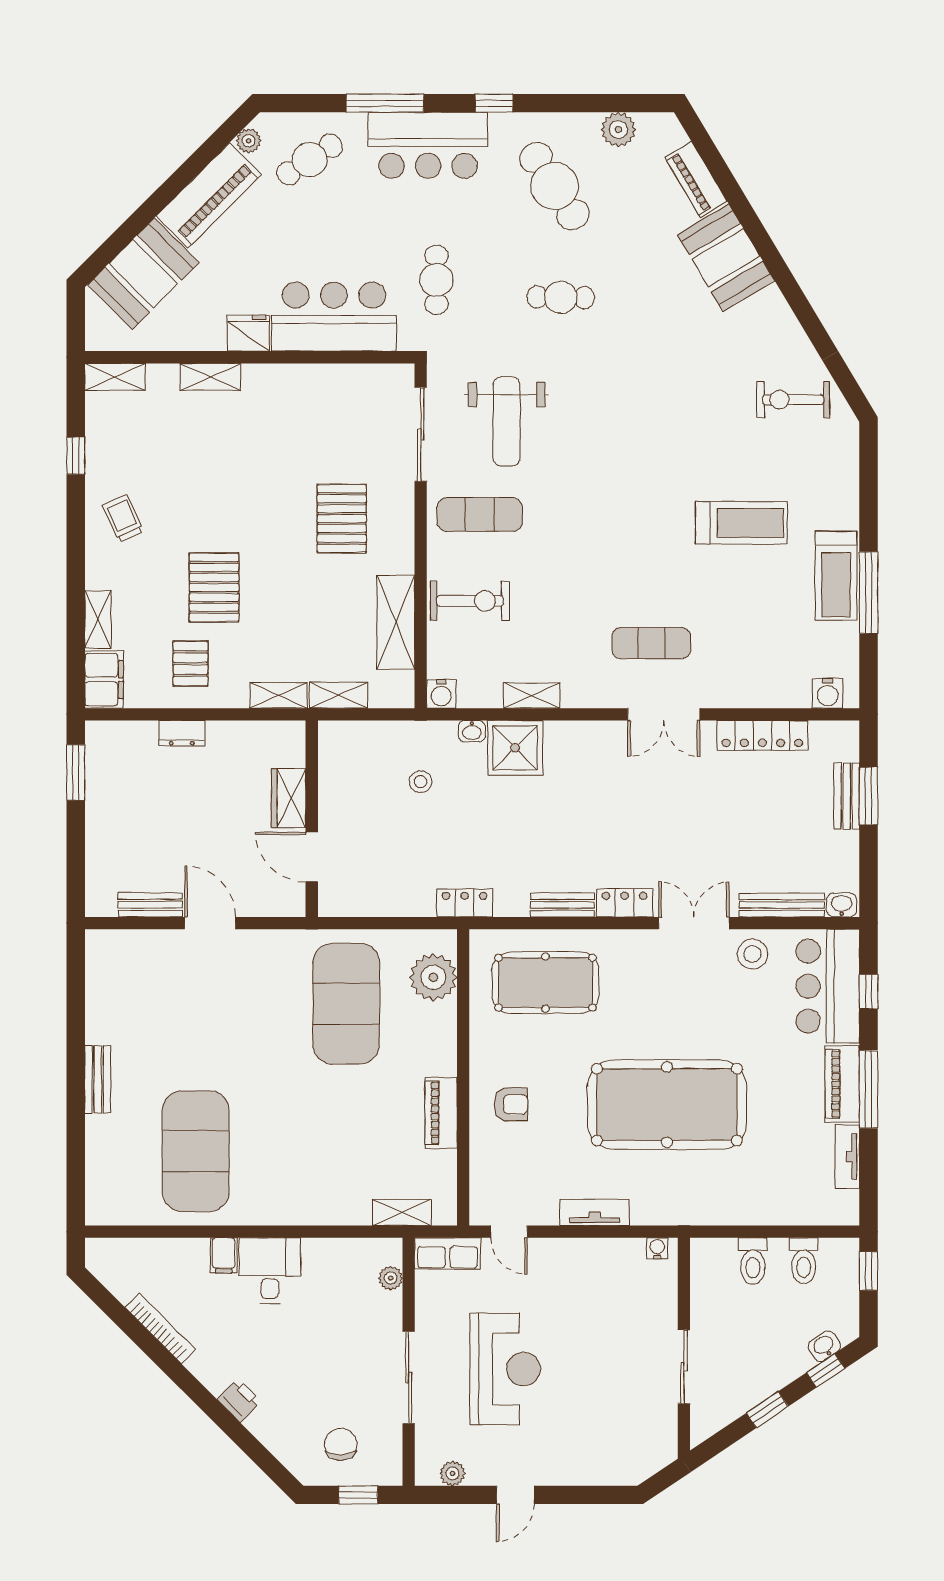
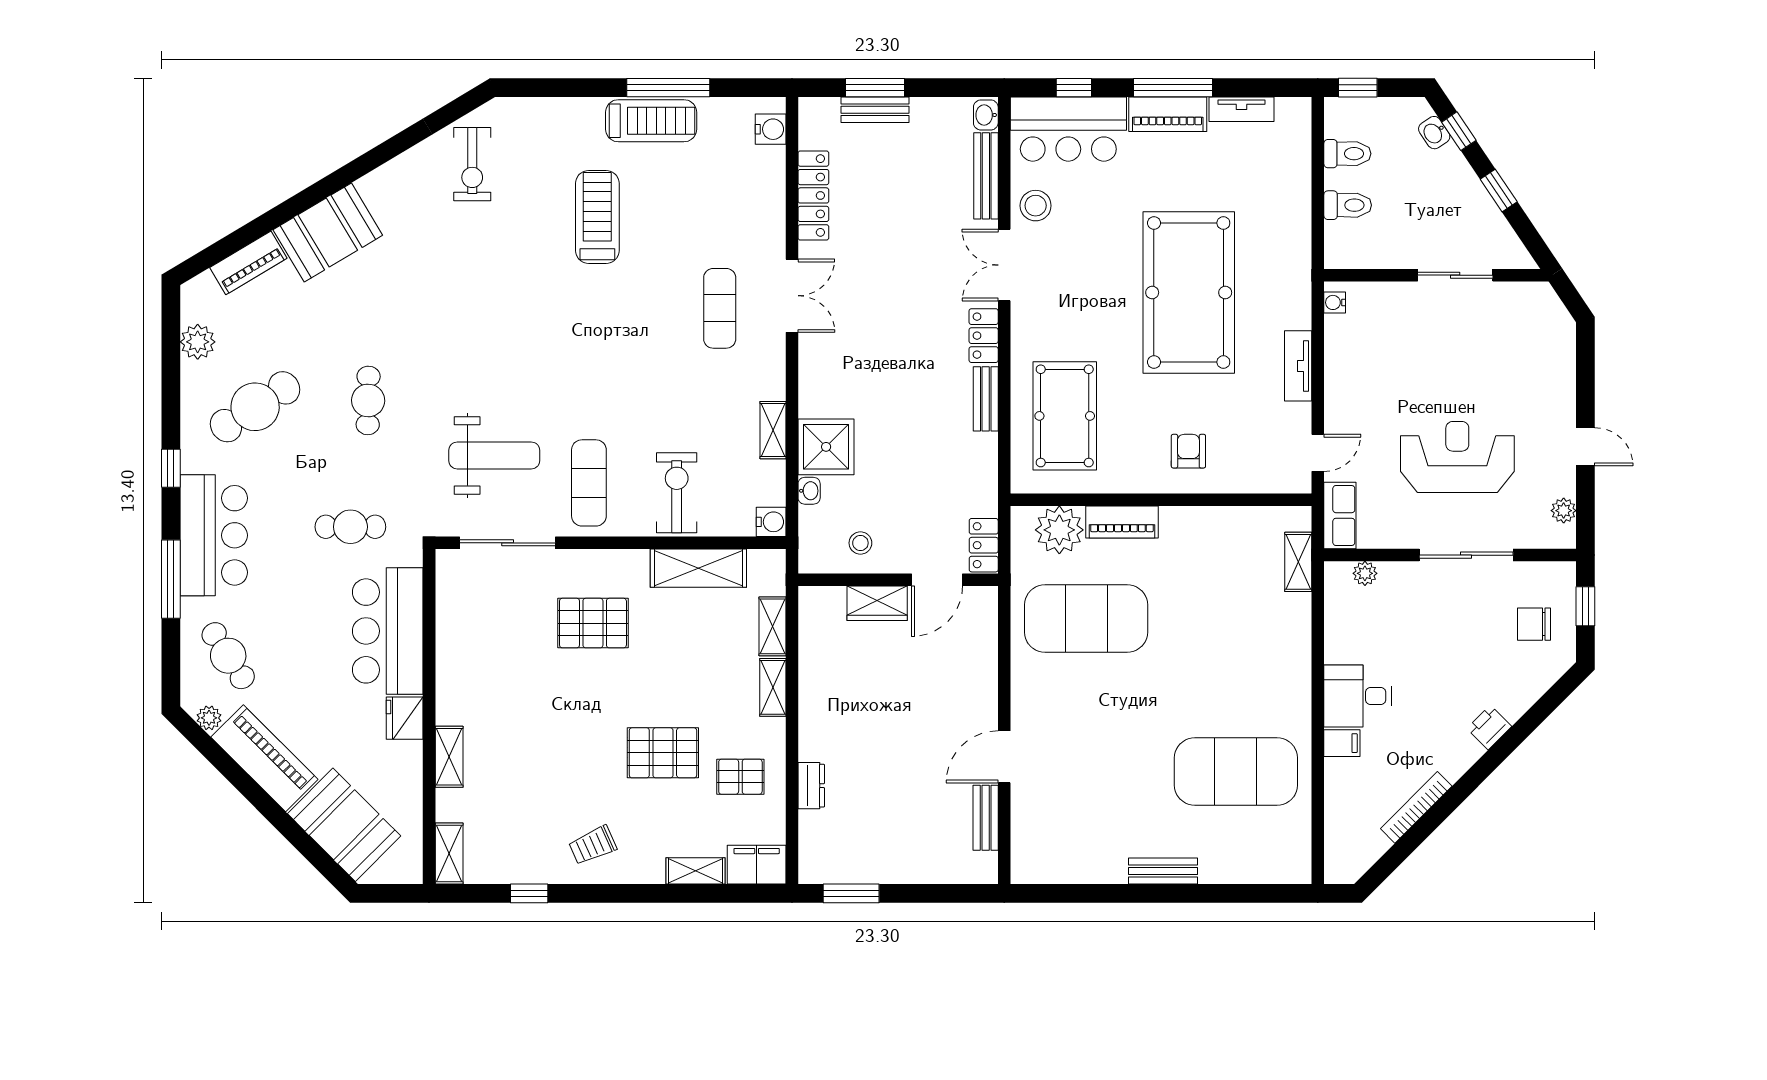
wardrobe: (289, 798) -> (877, 603), moved
wall: (312, 819) -> (898, 580), moved
door: (312, 857) -> (937, 580), moved
locker: (465, 903) -> (984, 545), moved
piano: (441, 1113) -> (1122, 522), moved

